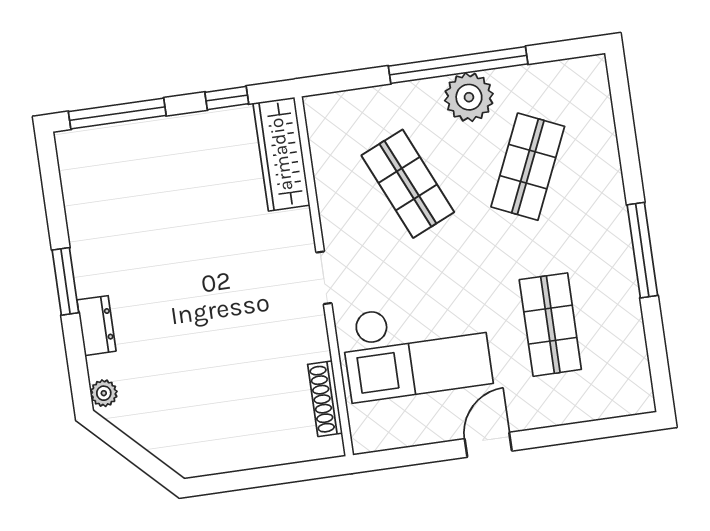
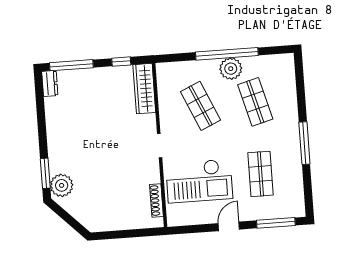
shop shelf: (528, 167) -> (255, 102), turned -39
window: (65, 281) -> (45, 173), moved
dresser: (96, 326) -> (50, 84), moved
plant: (104, 393) -> (62, 185), width x1.87, depth x1.87
window: (591, 430) -> (276, 223), added

